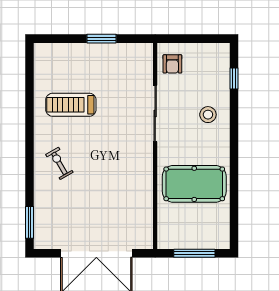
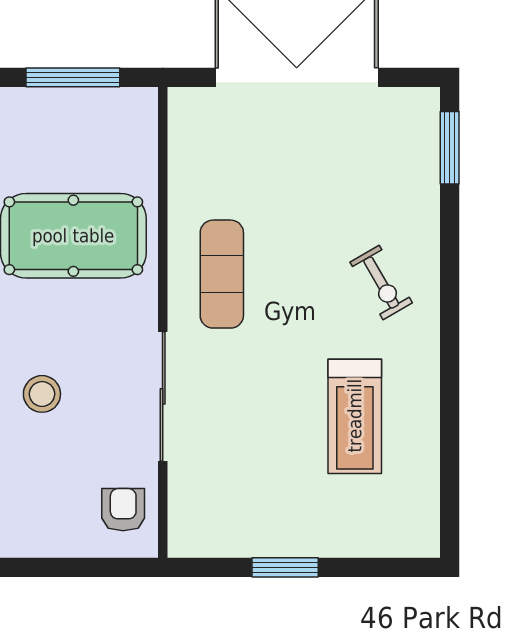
treadmill: (71, 105) -> (355, 416), turned 90
exercise mat: (129, 167) -> (222, 274), added

